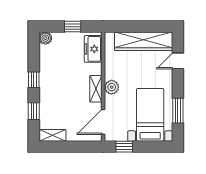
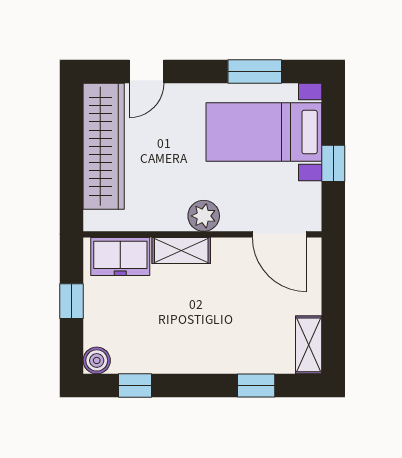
door: (178, 61) -> (147, 72), hinge flipped
window: (34, 80) -> (135, 386), moved
shelving: (96, 89) -> (181, 250), moved
window: (124, 147) -> (333, 163), moved

